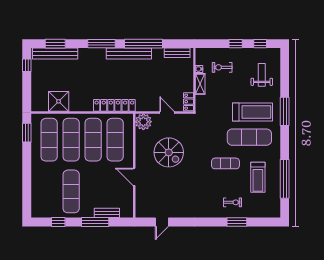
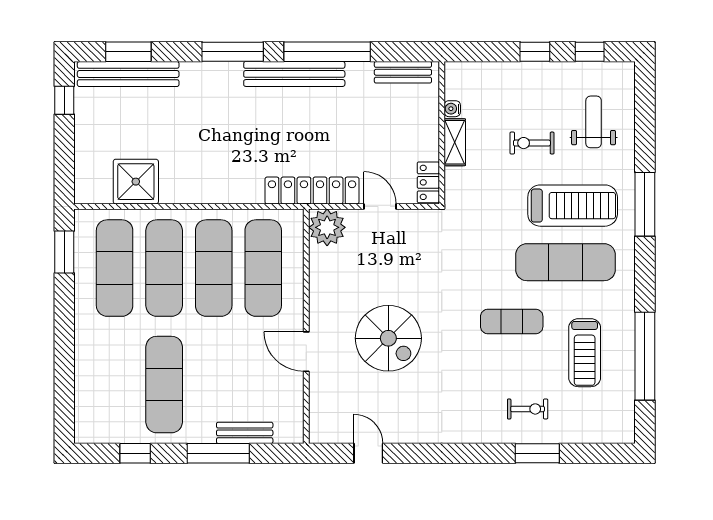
exercise bike: (222, 67) -> (532, 143), moved
locker: (114, 105) -> (312, 191), moved
spiral stairs: (169, 152) -> (388, 338), moved
door: (162, 222) -> (368, 453), swing flipped

